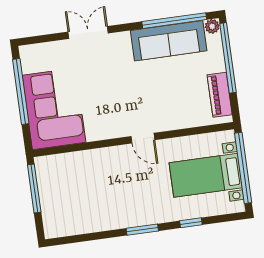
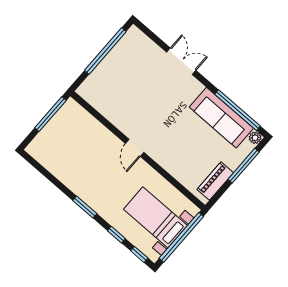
window: (228, 58) -> (244, 166), width x0.68
corner sofa: (54, 109) -> (113, 82), removed
door: (143, 138) -> (135, 148), moved
window: (226, 218) -> (139, 254), added

